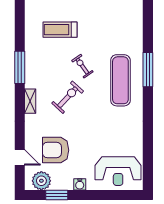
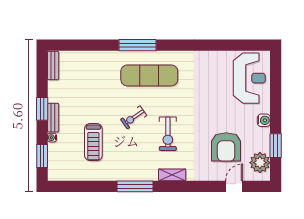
exercise bike: (68, 97) -> (168, 134), turned -133

